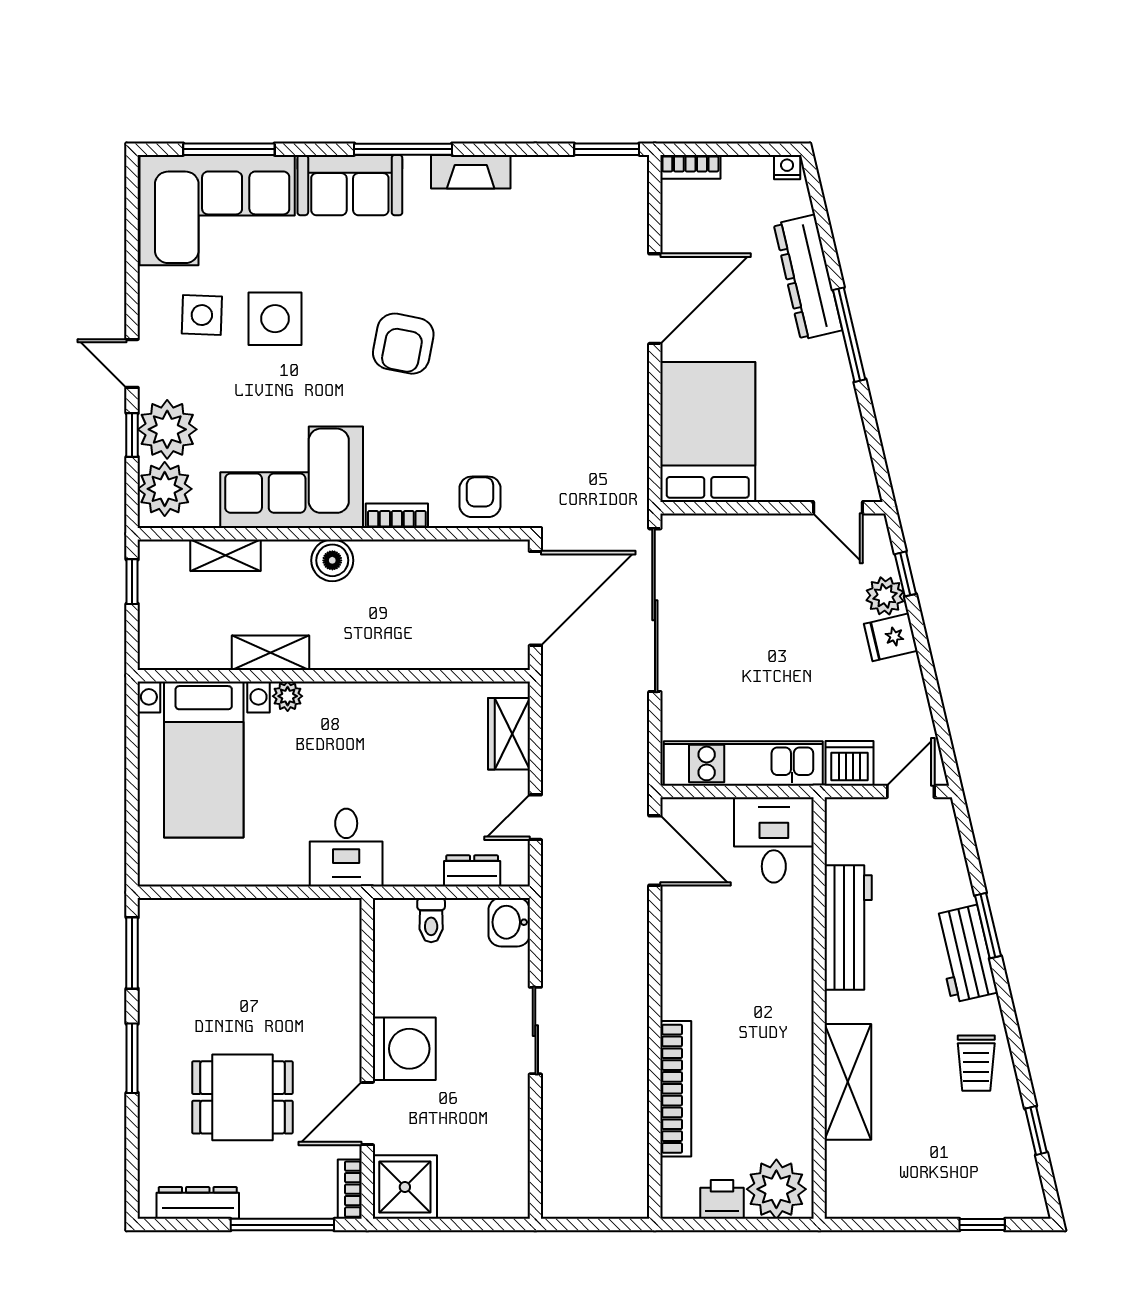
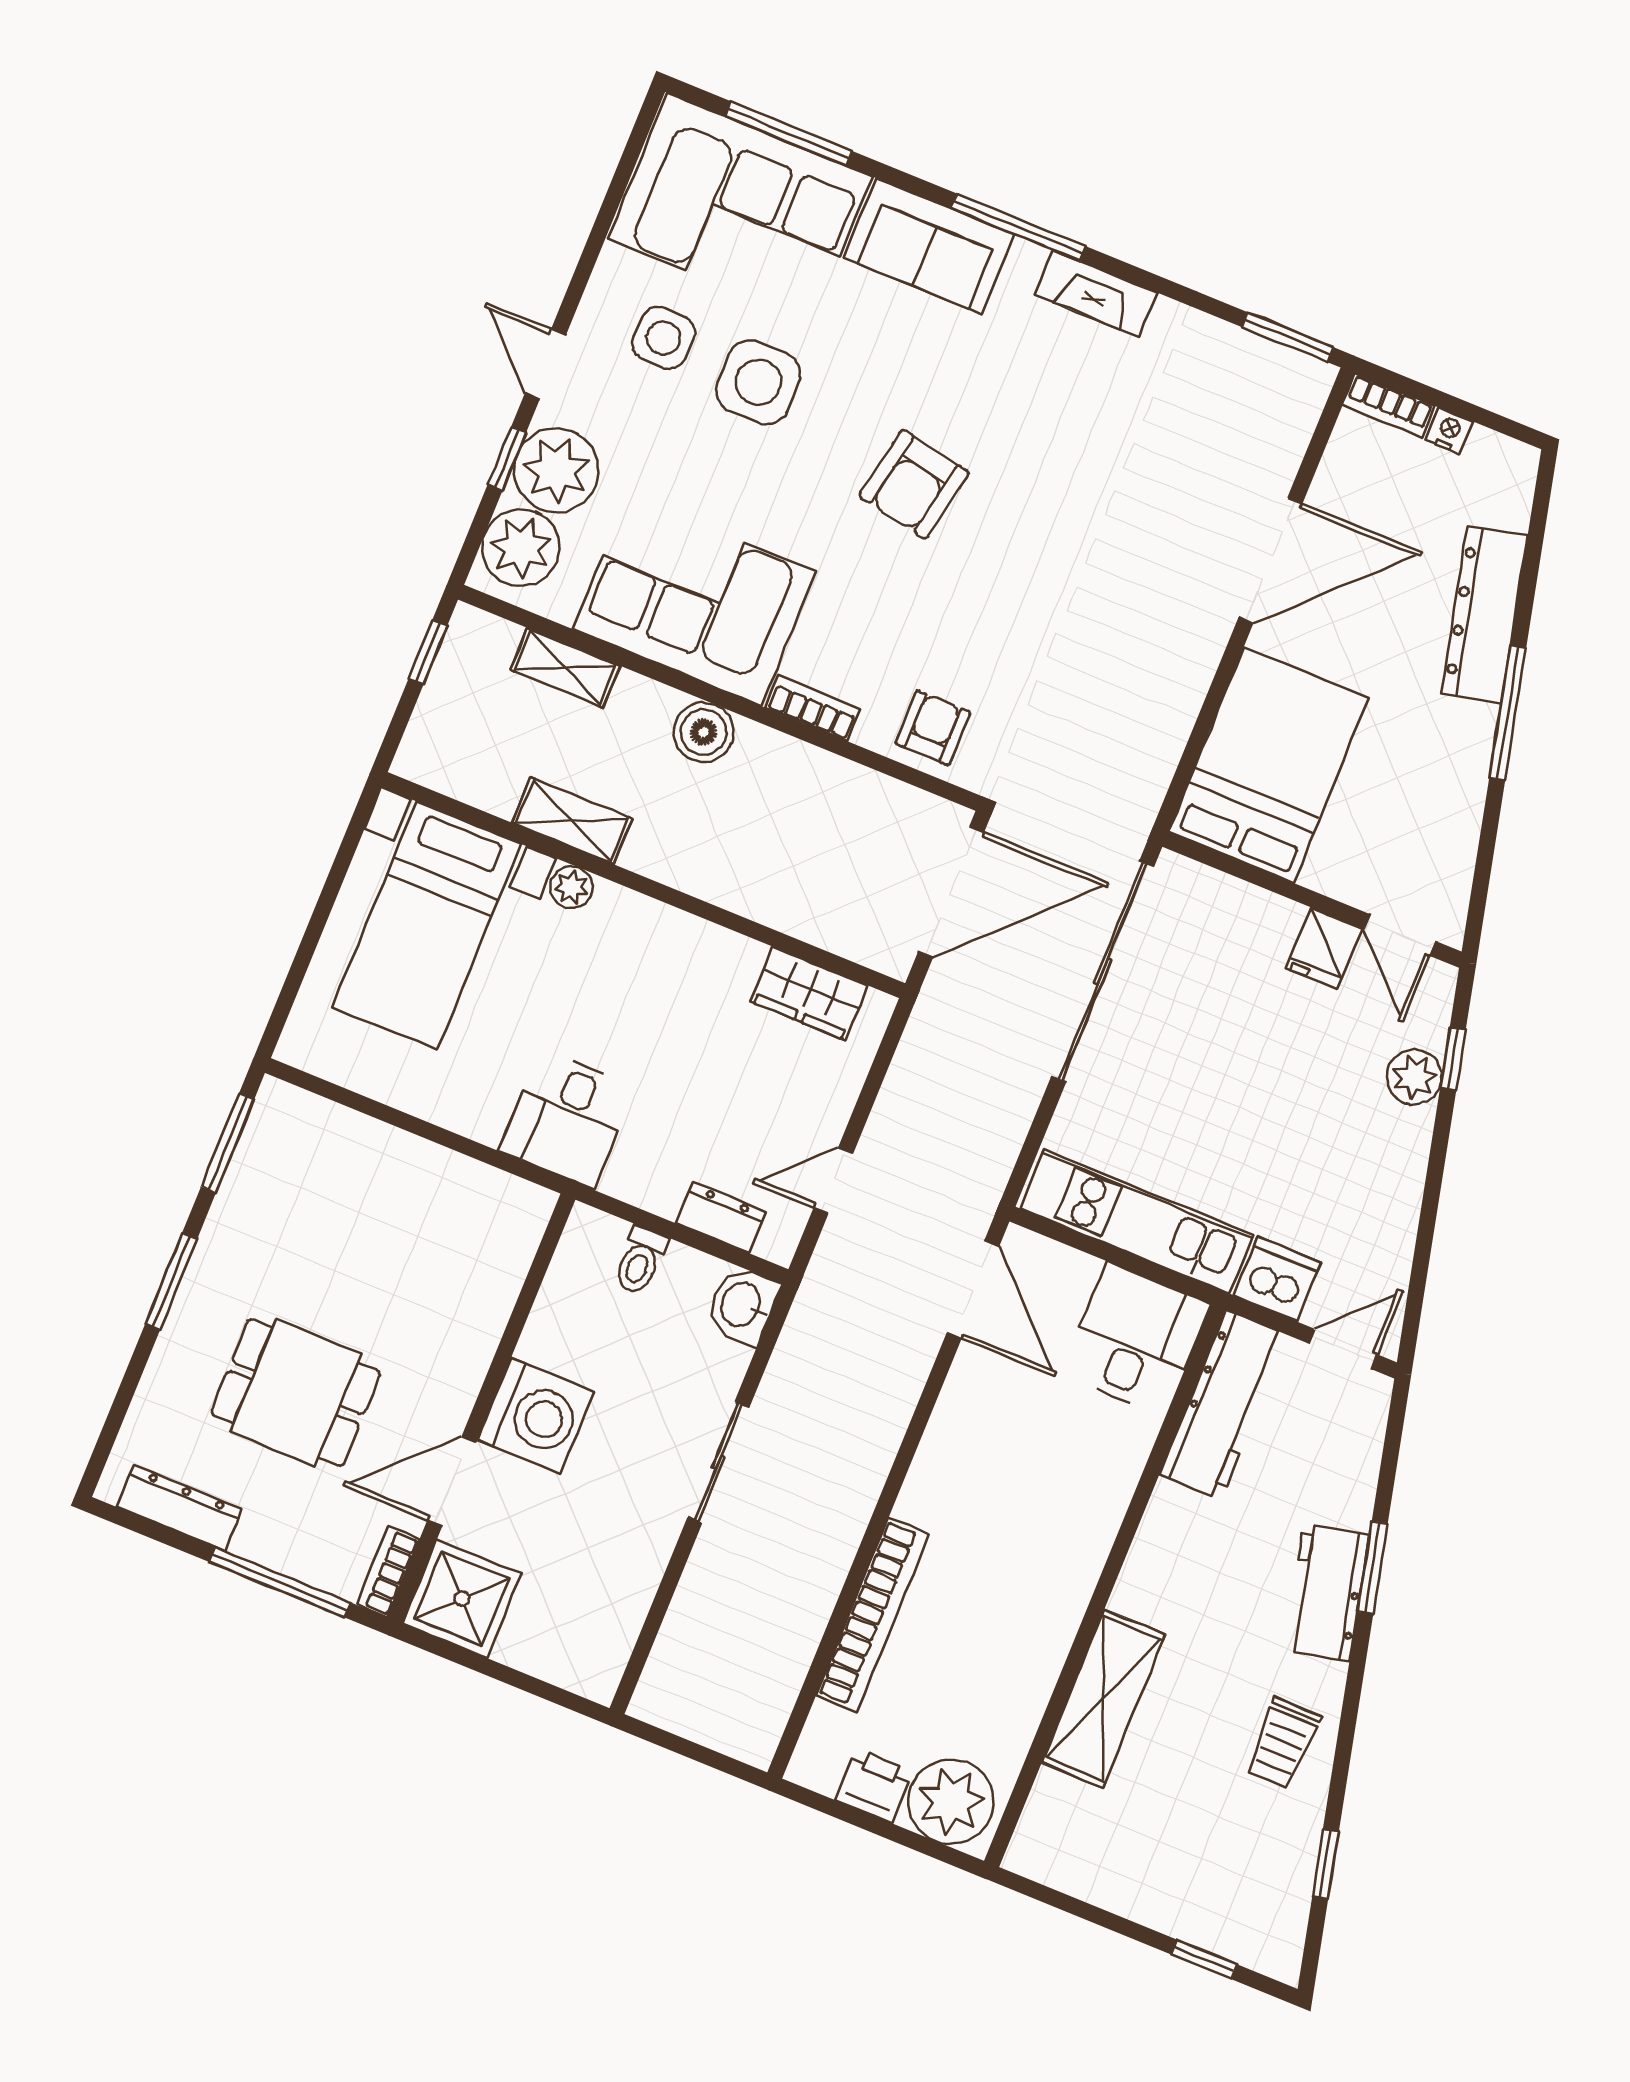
nightstand: (787, 167) -> (1449, 431), moved
fridge: (891, 637) -> (1324, 948), moved, turned -77
wardrobe: (509, 734) -> (809, 993), moved, turned -90
workbench: (848, 927) -> (1224, 1405), moved

